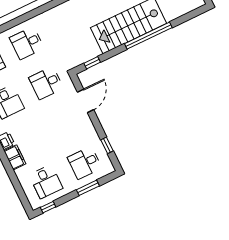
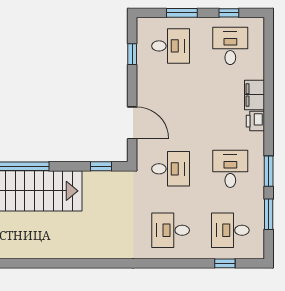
desk: (27, 43) -> (171, 230), turned 180
door: (85, 101) -> (132, 123), swing flipped
window: (48, 207) -> (229, 13), moved

